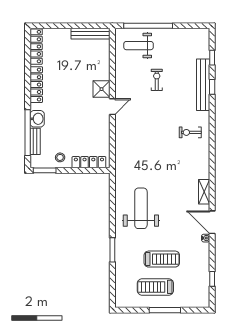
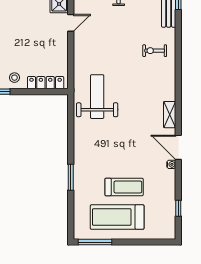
weight bench: (141, 208) -> (97, 97), moved
treadmill: (155, 287) -> (117, 217), width x1.37, depth x1.38
window: (165, 310) -> (95, 242), moved

